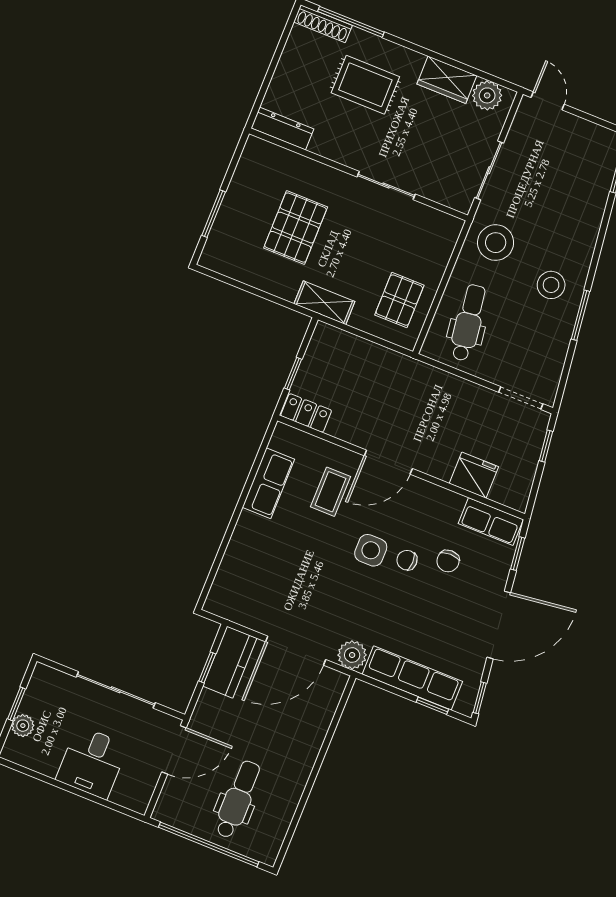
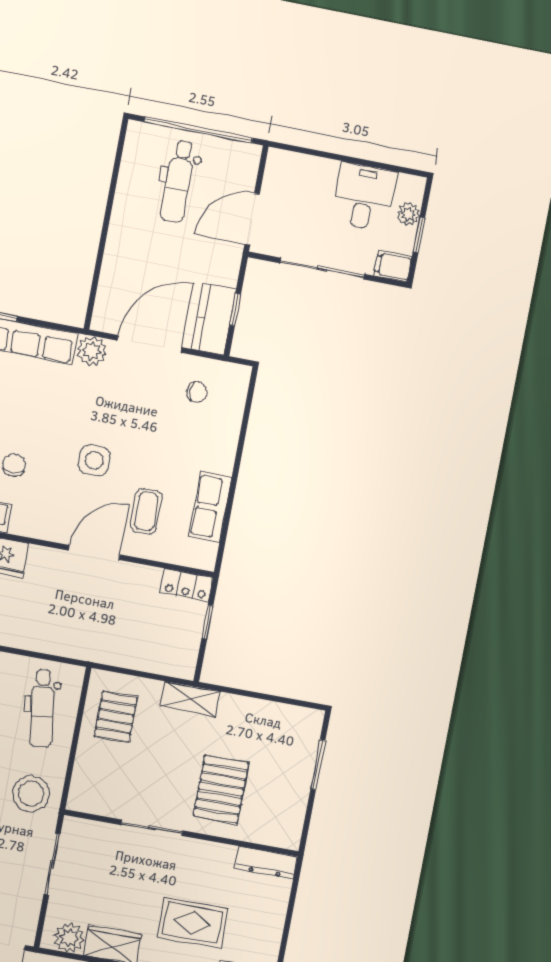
pallet: (296, 228) -> (221, 789), moved
chair: (407, 560) -> (197, 392), moved
filing cabinet: (48, 679) -> (393, 266), added
desk: (92, 762) -> (364, 197), moved

